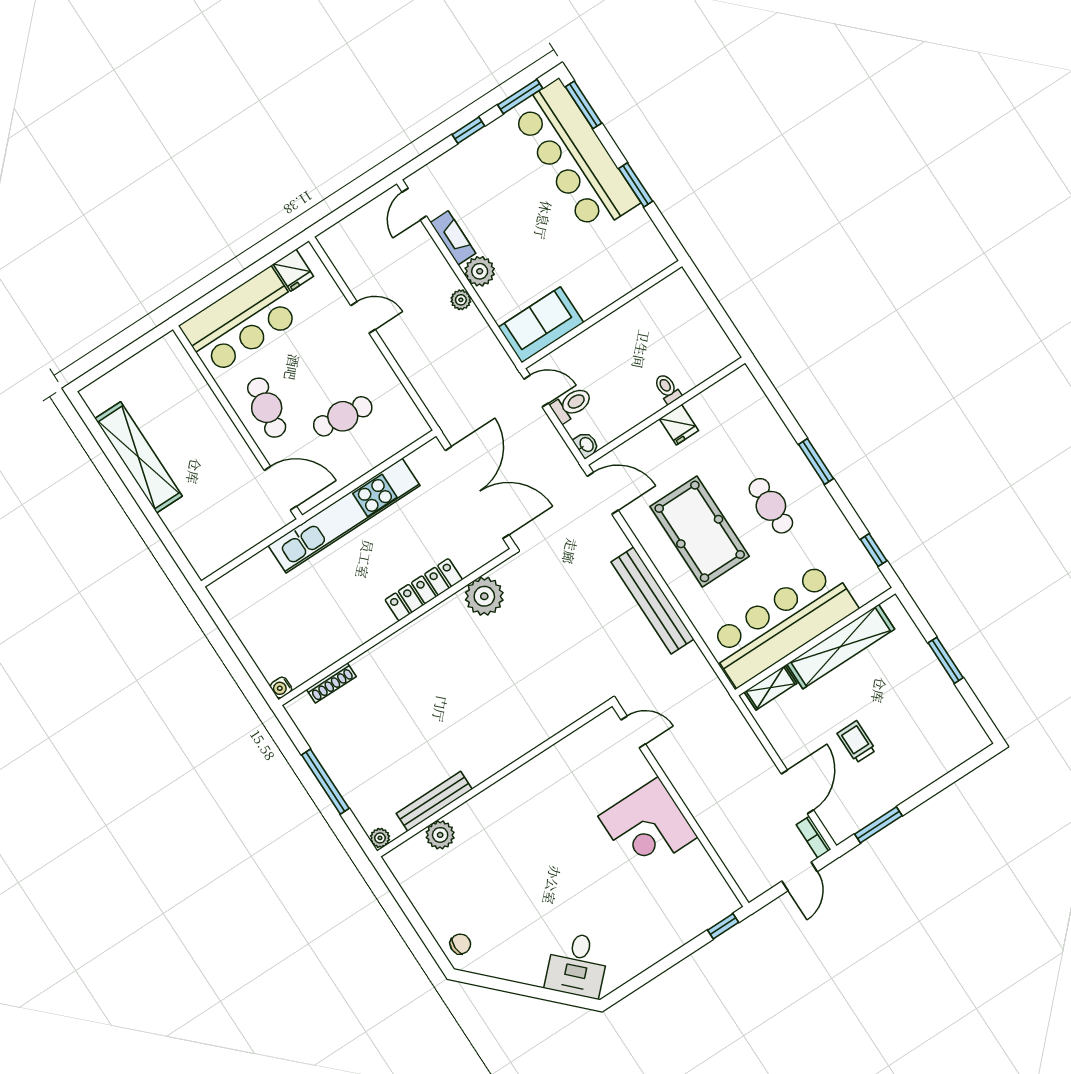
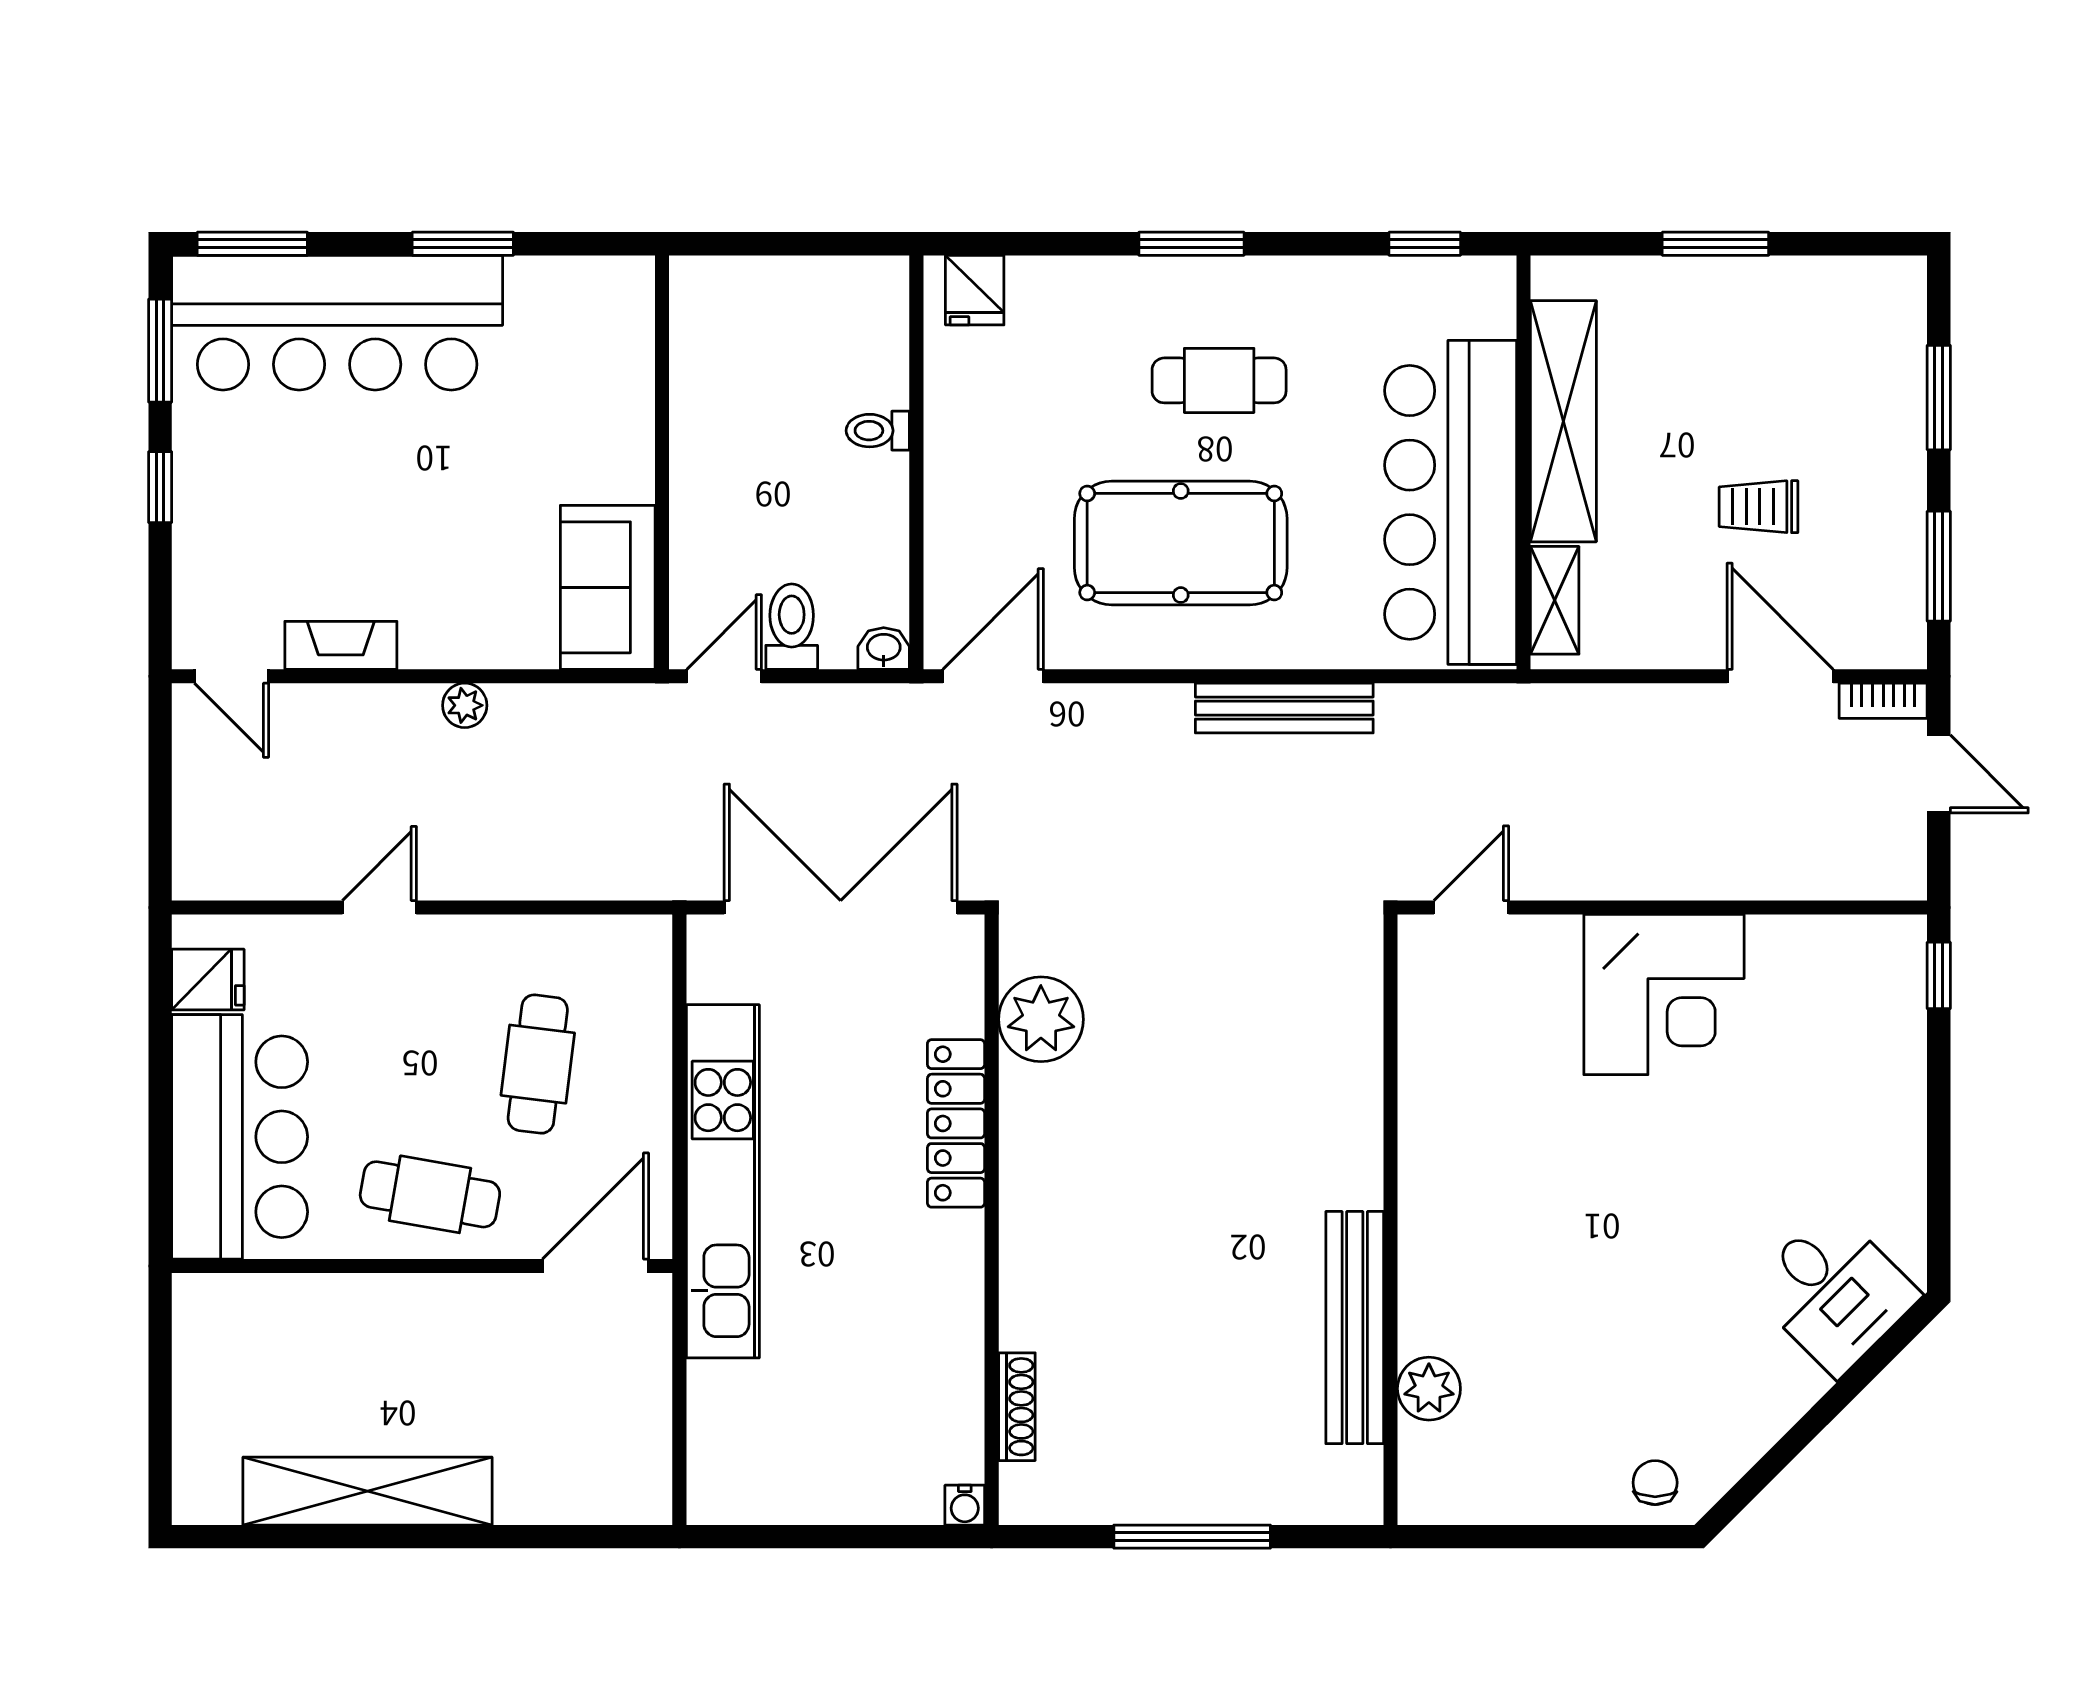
plant: (480, 271) -> (435, 636), removed
fridge: (679, 425) -> (975, 290), moved, turned 90
bench: (653, 601) -> (1284, 708), width x0.73, depth x0.82
window: (942, 783) -> (1939, 398), added
bench: (434, 801) -> (1355, 1328), width x1.37, depth x1.21
plant: (380, 838) -> (1362, 1503), removed

